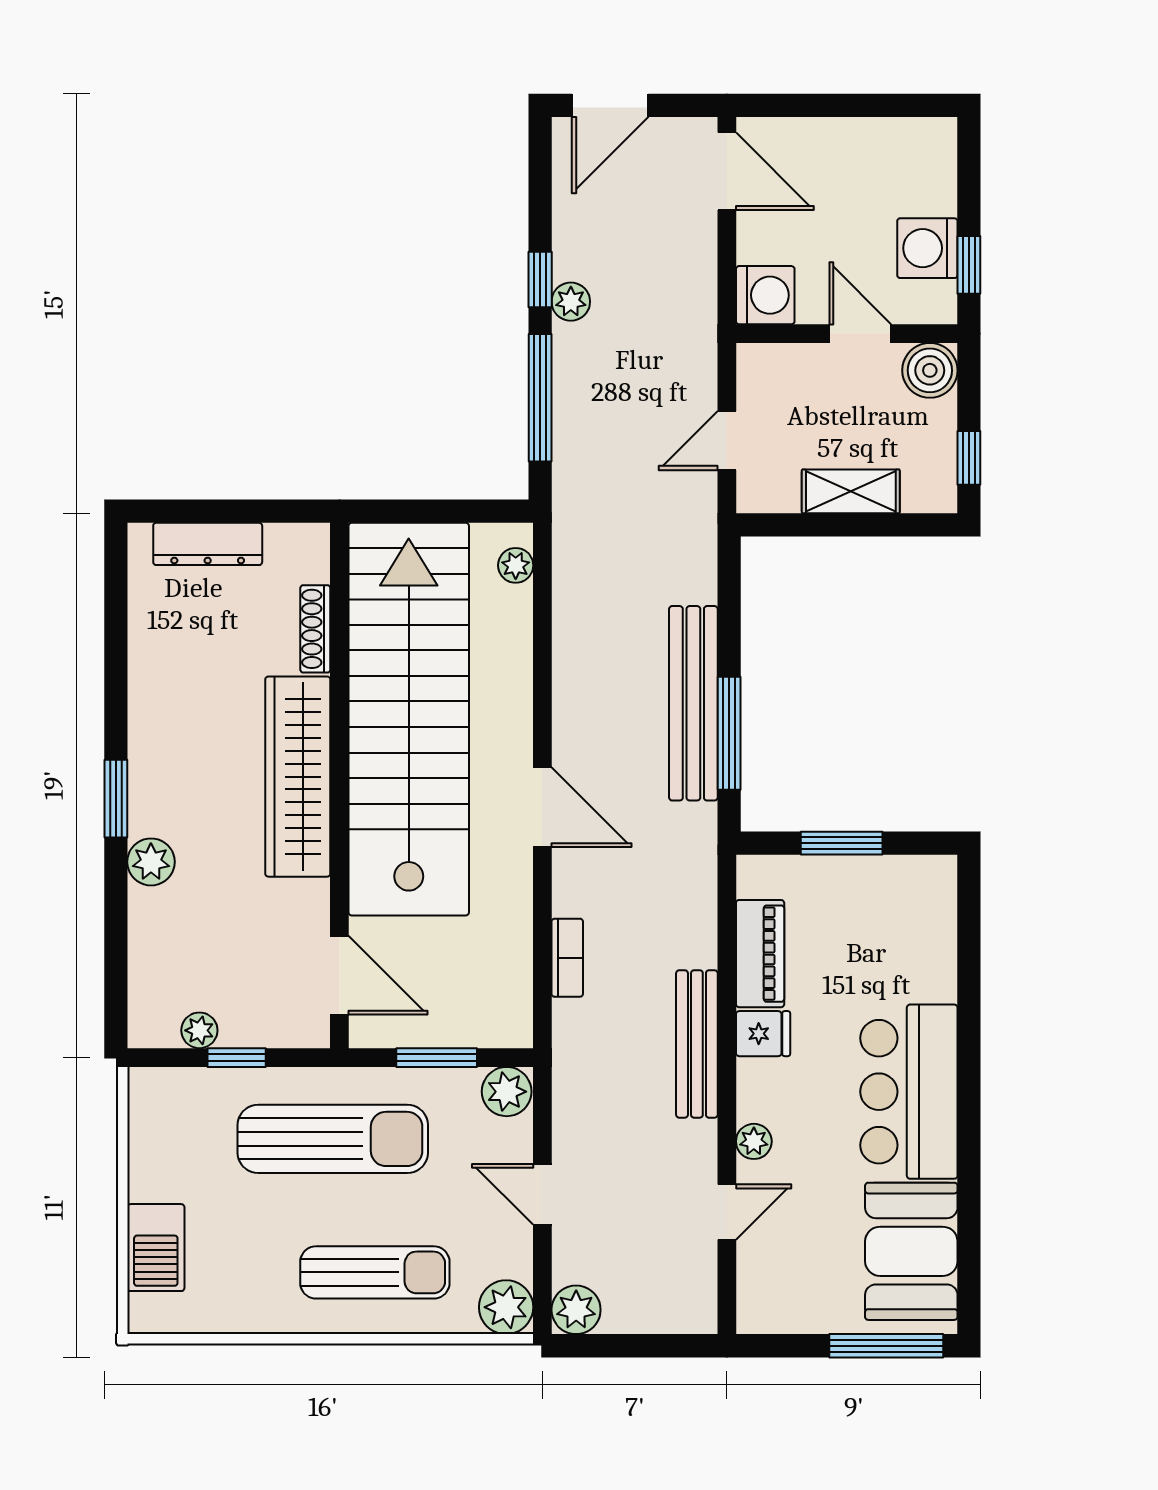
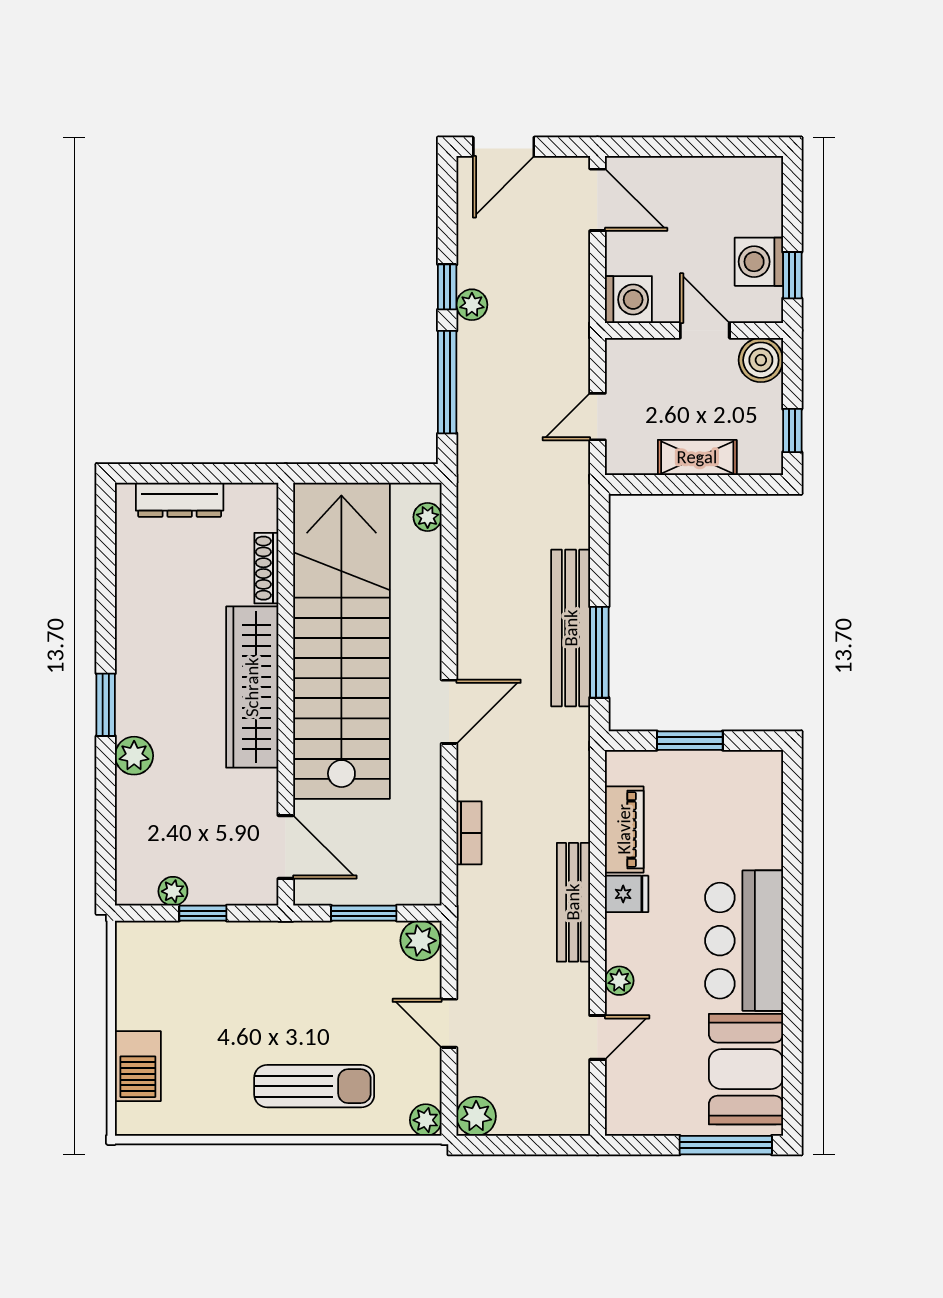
door: (542, 807) -> (449, 712), hinge flipped
sun lounger: (333, 1139) -> (280, 979), removed
plant: (506, 1307) -> (426, 1120), width x0.73, depth x0.73

